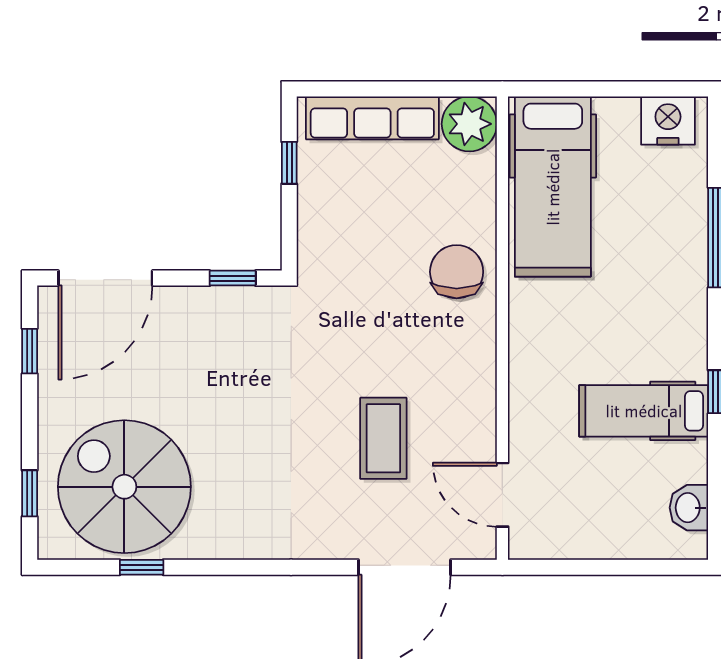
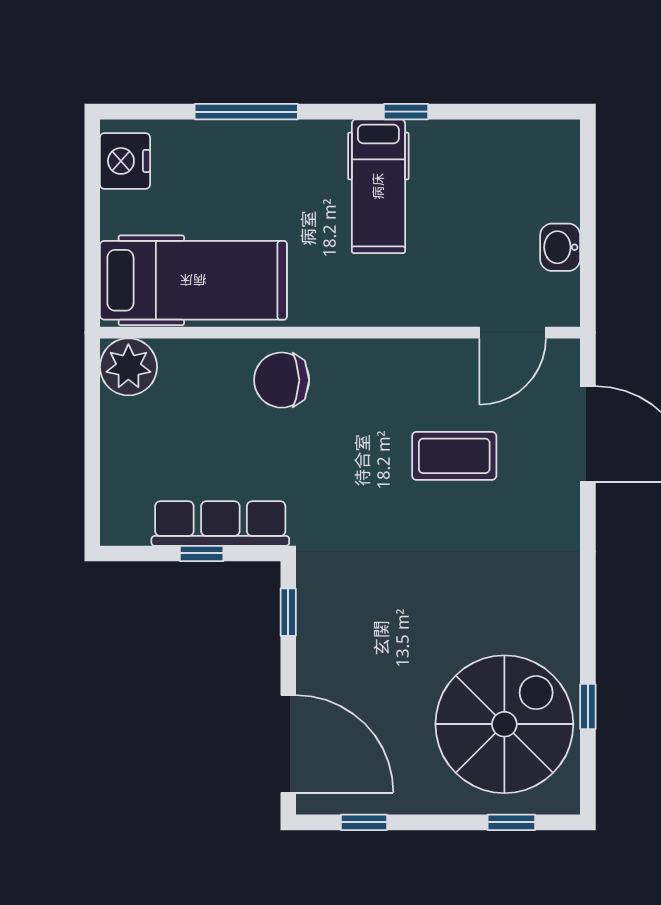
row of seats: (372, 118) -> (220, 523), moved, turned -90
window: (289, 163) -> (202, 553), moved
hospital bed: (644, 411) -> (378, 186), moved
spiral stairs: (124, 487) -> (504, 724), turned 180
washbasin: (689, 508) -> (560, 247), moved, turned 90

